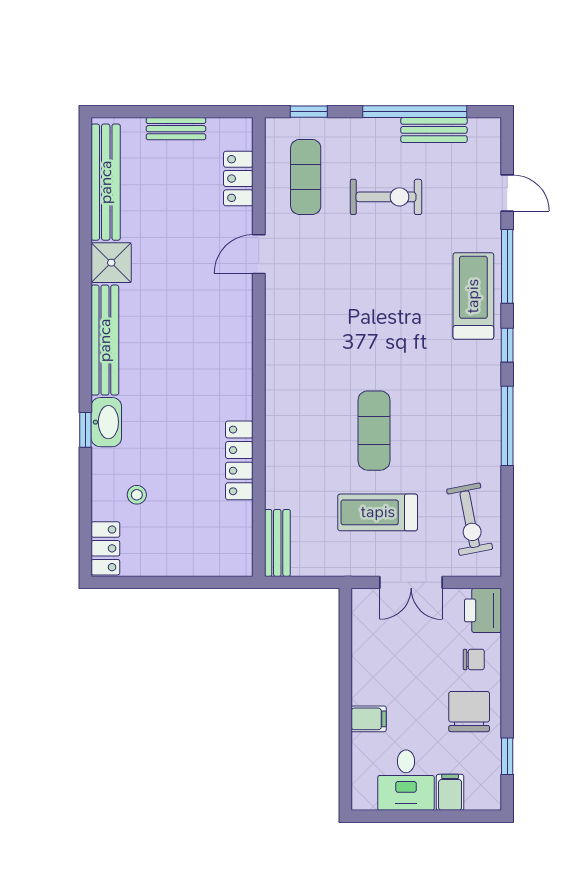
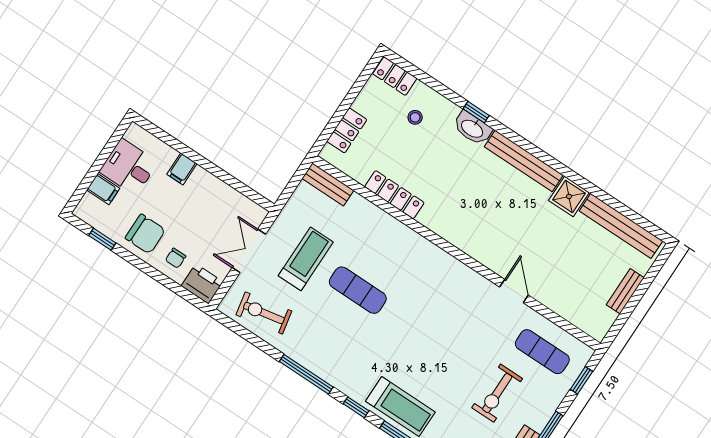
locker: (238, 179) -> (347, 130), moved, turned 90

